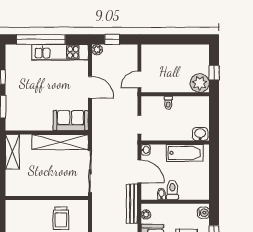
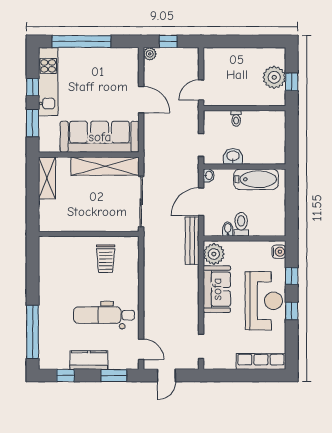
kitchen unit: (60, 52) -> (48, 82), moved, turned -90
plant: (200, 83) -> (274, 77), moved
sofa: (71, 121) -> (100, 137), width x1.85, depth x1.27
washbasin: (200, 134) -> (233, 156), moved
door: (139, 171) -> (201, 202), swing flipped
plant: (146, 215) -> (214, 254), width x1.88, depth x1.88

